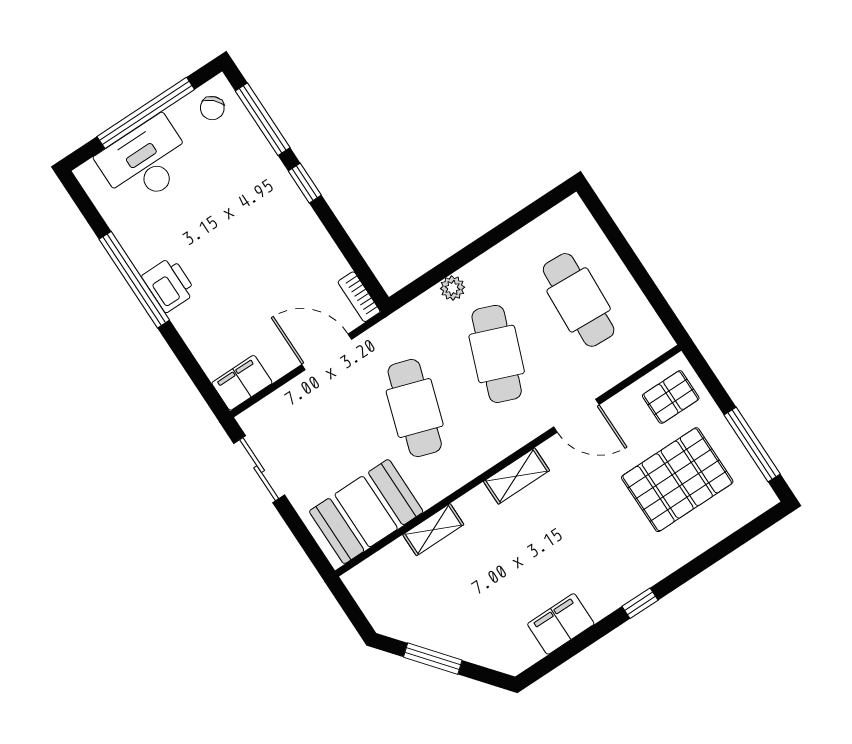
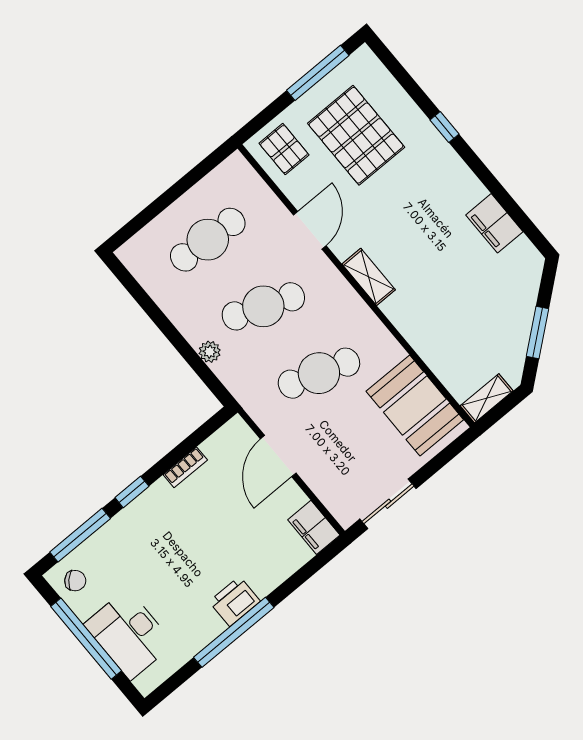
bookcase: (359, 297) -> (185, 467), moved
shelving: (433, 530) -> (487, 398), moved, turned 90
window: (640, 603) -> (444, 127), moved

